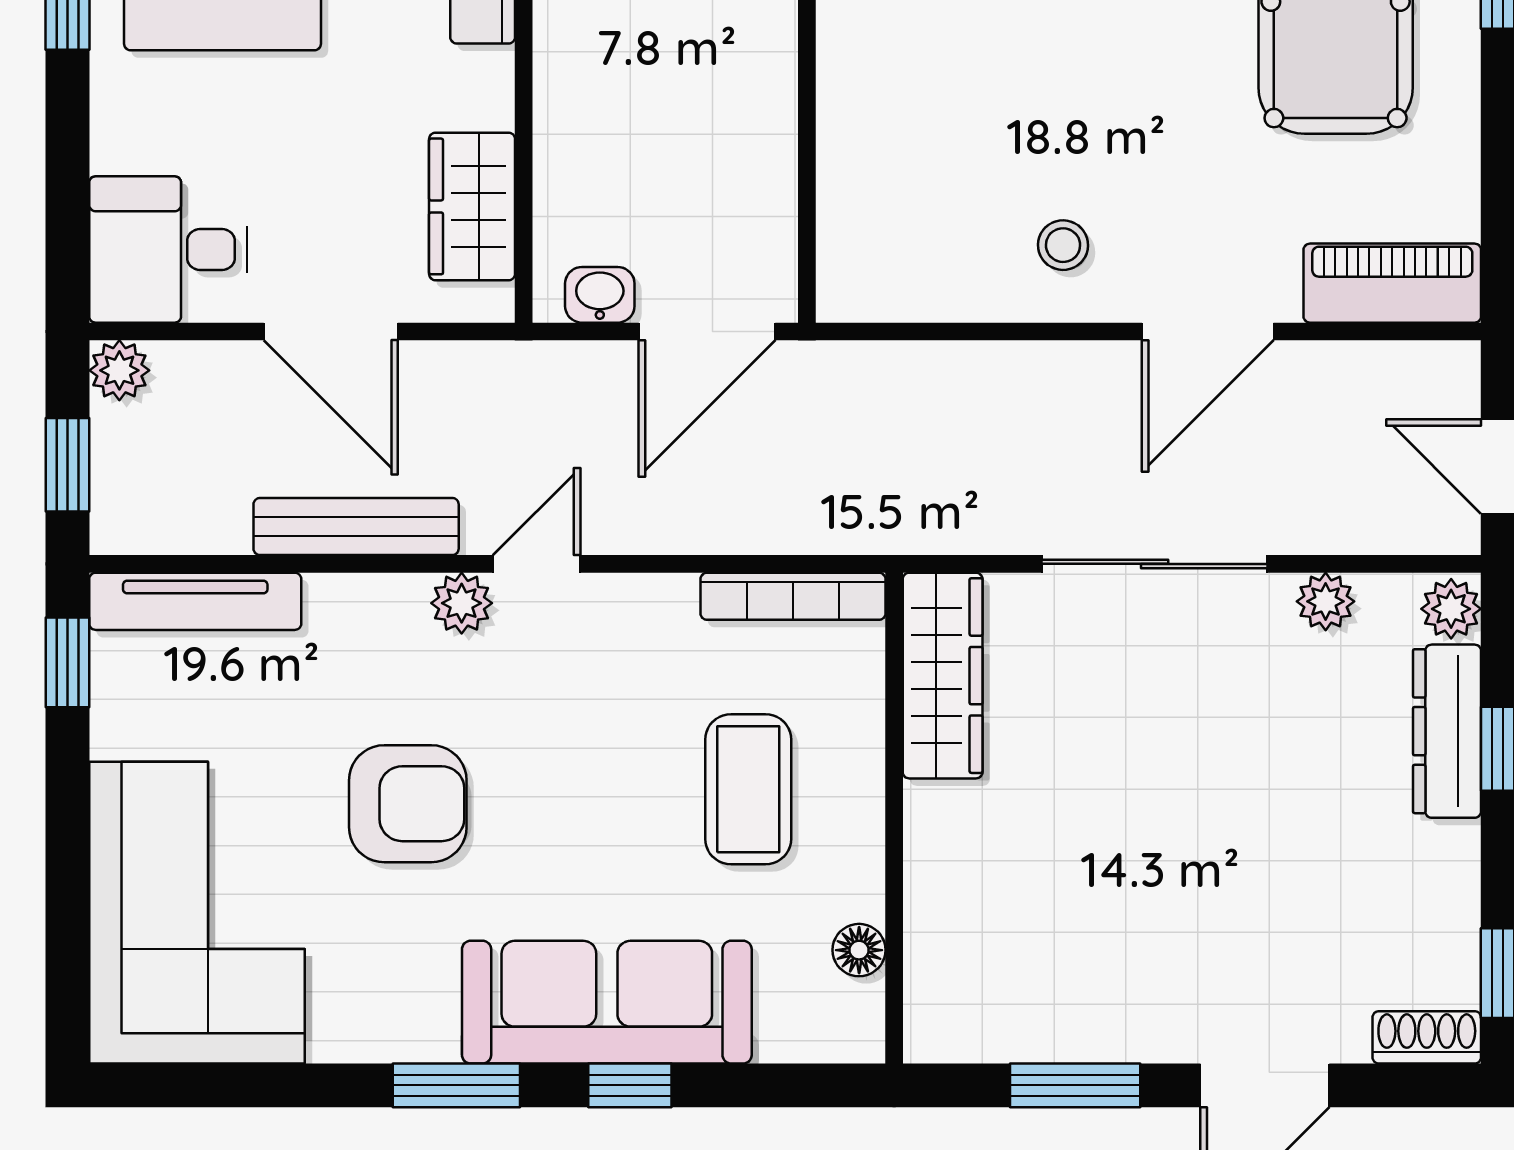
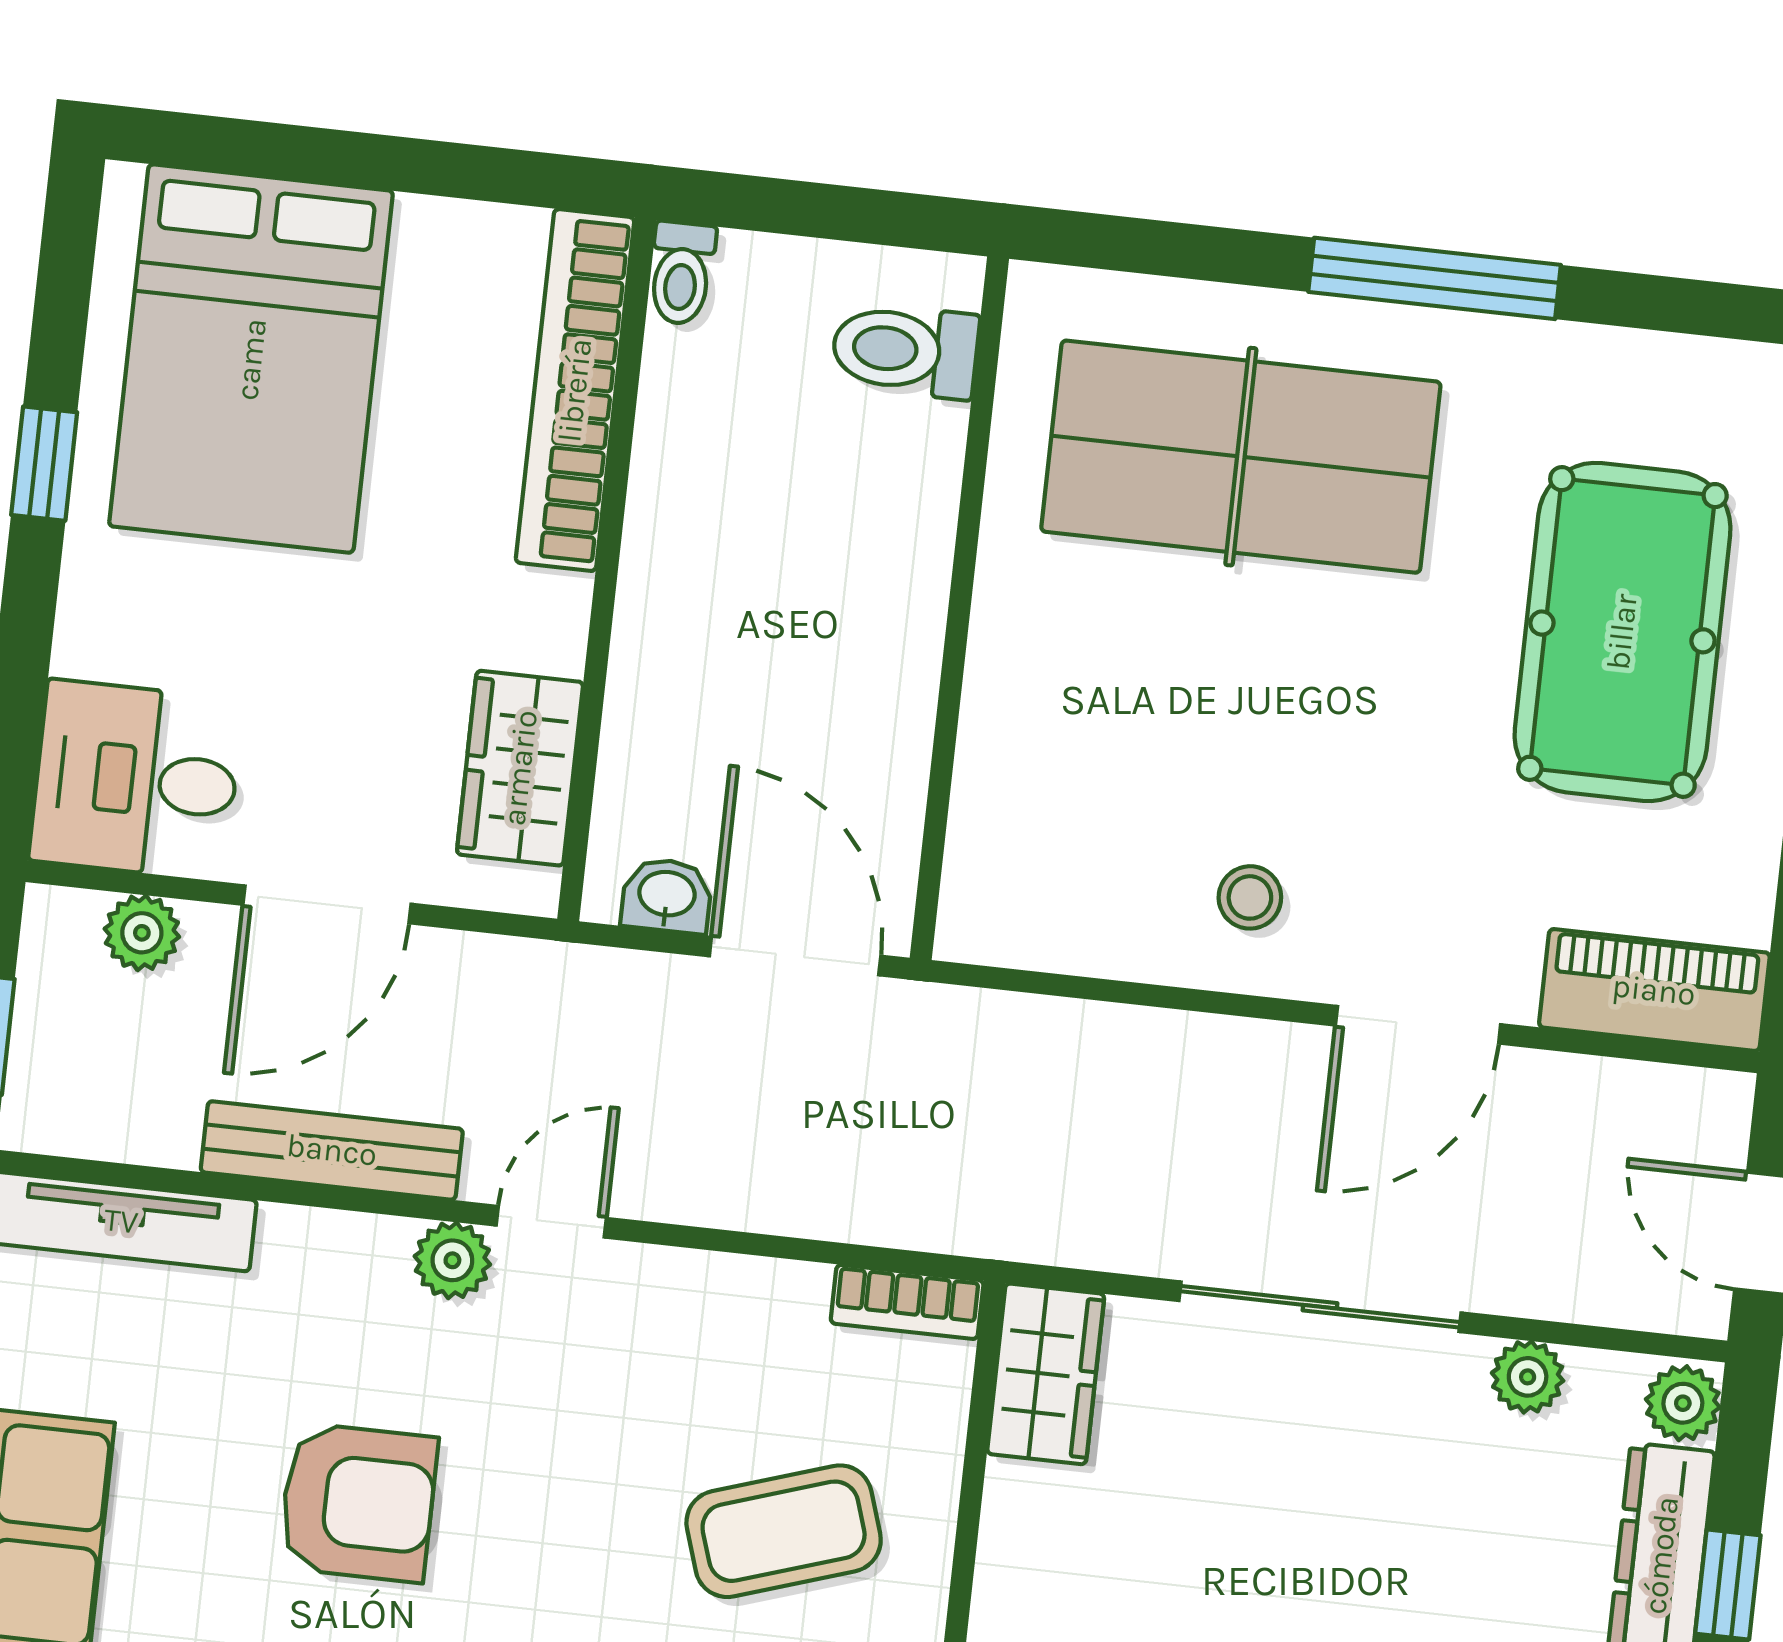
door: (331, 332) -> (327, 904), hinge flipped
door: (707, 332) -> (795, 956), swing flipped
plant: (119, 370) -> (142, 933), moved
bookcase: (793, 596) -> (907, 1302), width x0.64
wardrobe: (943, 676) -> (1046, 1374), width x0.67
coffee table: (748, 789) -> (784, 1531), turned 72

